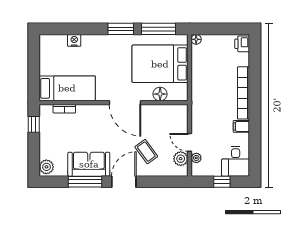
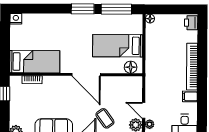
nightstand: (74, 40) -> (16, 19), moved
bed: (160, 64) -> (118, 46), width x0.67
floor lamp: (160, 94) -> (131, 67), moved

